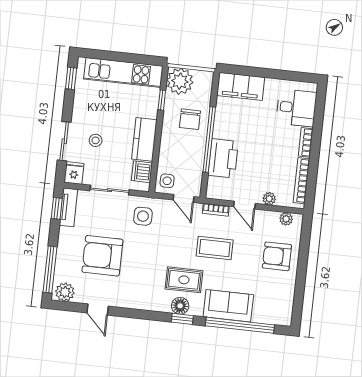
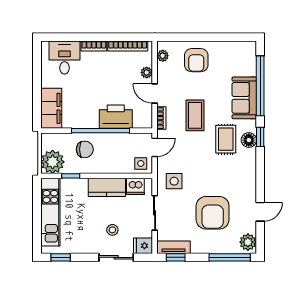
door: (244, 205) -> (155, 94), swing flipped

